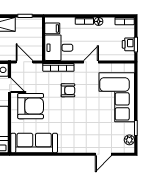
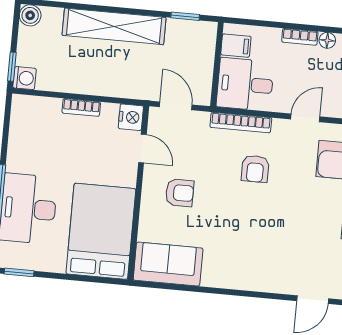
armchair: (68, 90) -> (255, 169), turned 90
armchair: (31, 106) -> (180, 193), width x0.53, depth x0.53
sofa: (34, 143) -> (168, 264), width x0.73

